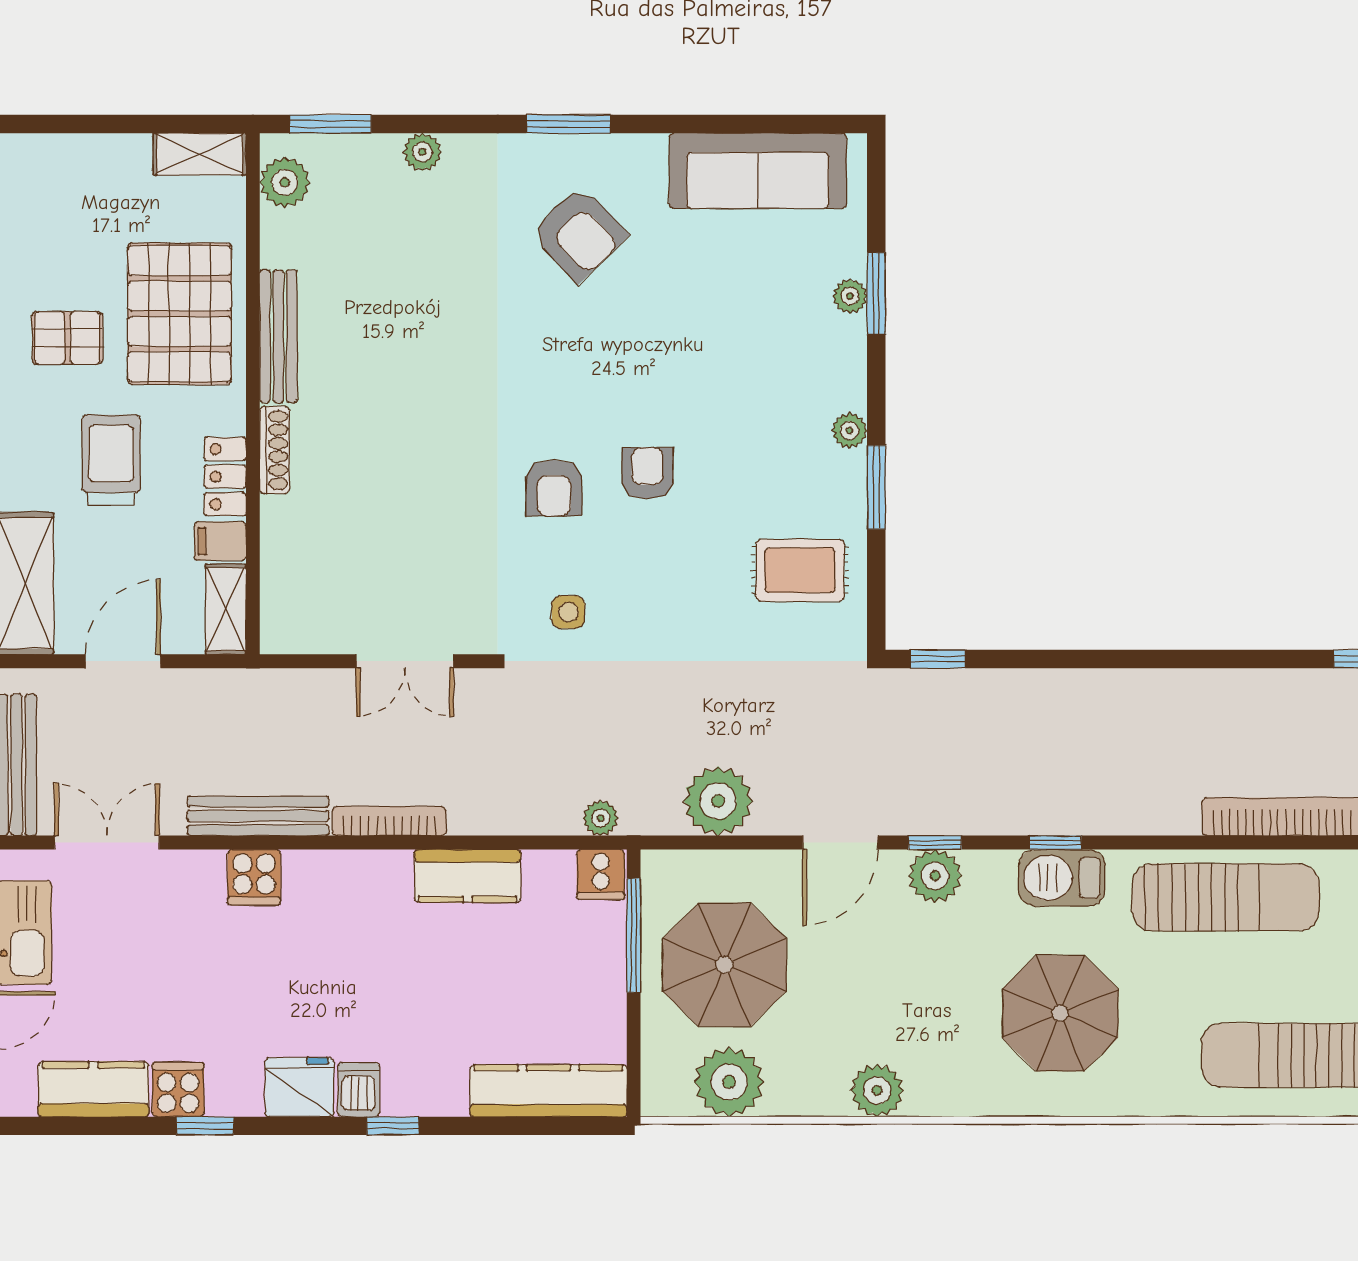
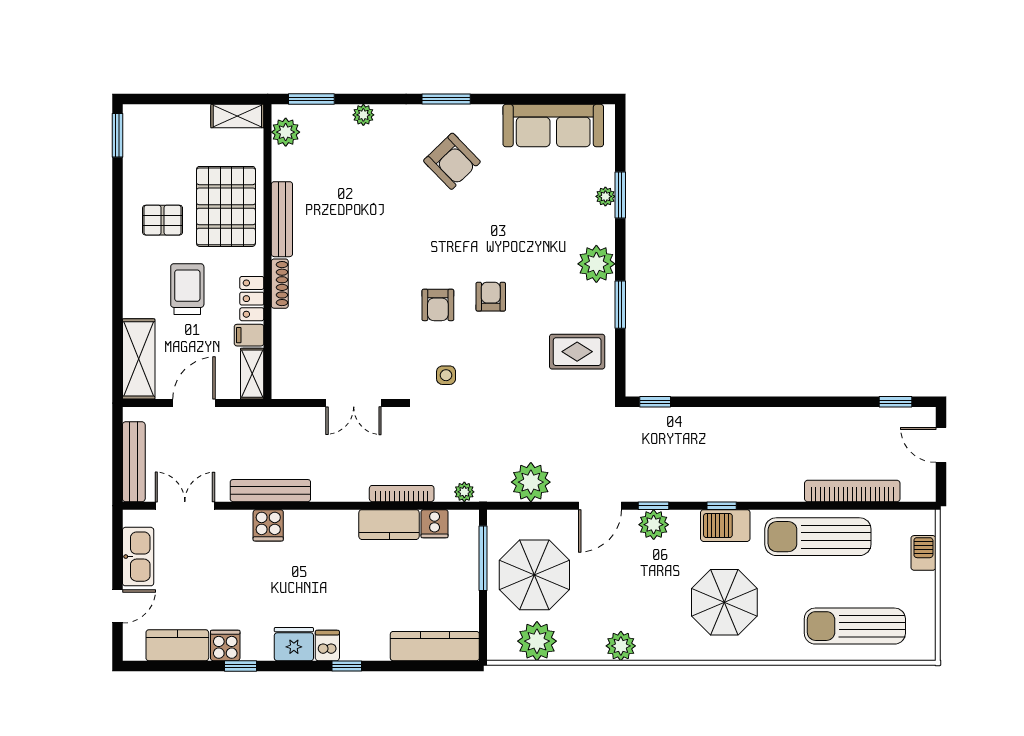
plant: (850, 431) -> (596, 264), width x1.88, depth x1.88
bookcase: (389, 821) -> (402, 494), moved
cooker: (601, 874) -> (435, 524), moved
sun lounger: (1226, 897) -> (818, 537), turned 180

